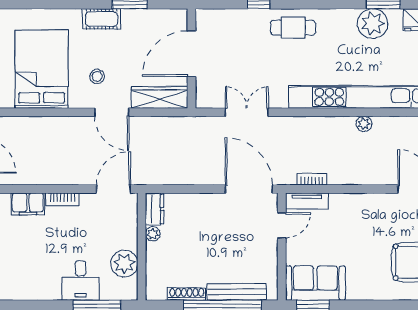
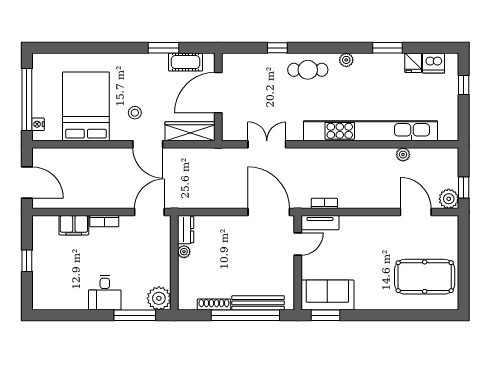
cot: (102, 19) -> (186, 62), moved
plant: (373, 24) -> (346, 60), moved, width x0.53, depth x0.53
plant: (364, 124) -> (403, 155), moved
plant: (124, 264) -> (159, 298), moved
desk: (81, 280) -> (105, 293), moved

